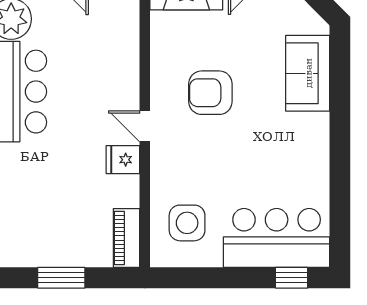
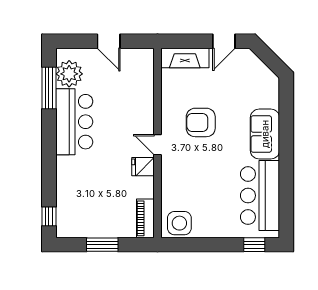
sofa: (308, 73) -> (265, 134), moved
side table: (187, 223) -> (179, 223), moved
bar counter: (277, 238) -> (260, 196), moved, turned -90

